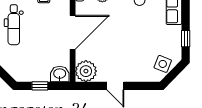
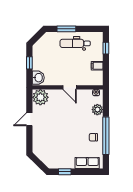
door: (73, 32) -> (70, 87), width x0.53
side table: (163, 64) -> (46, 155), removed

